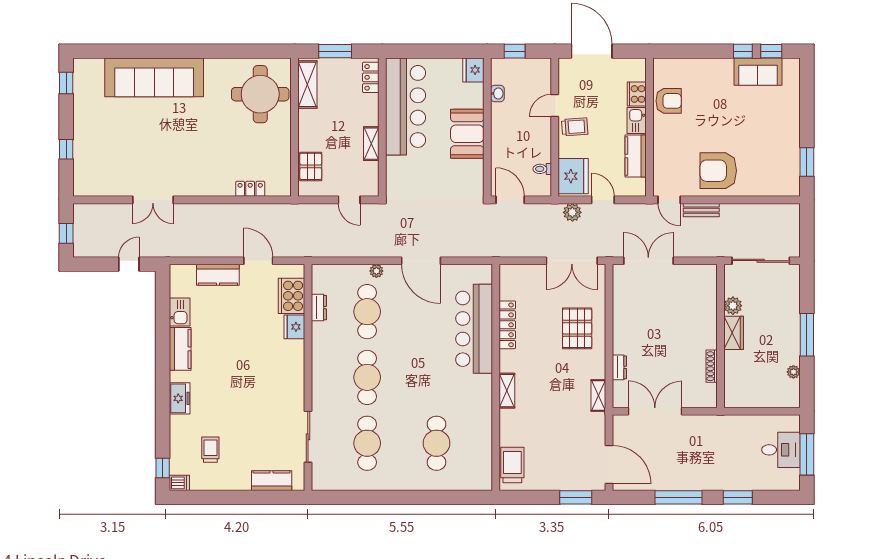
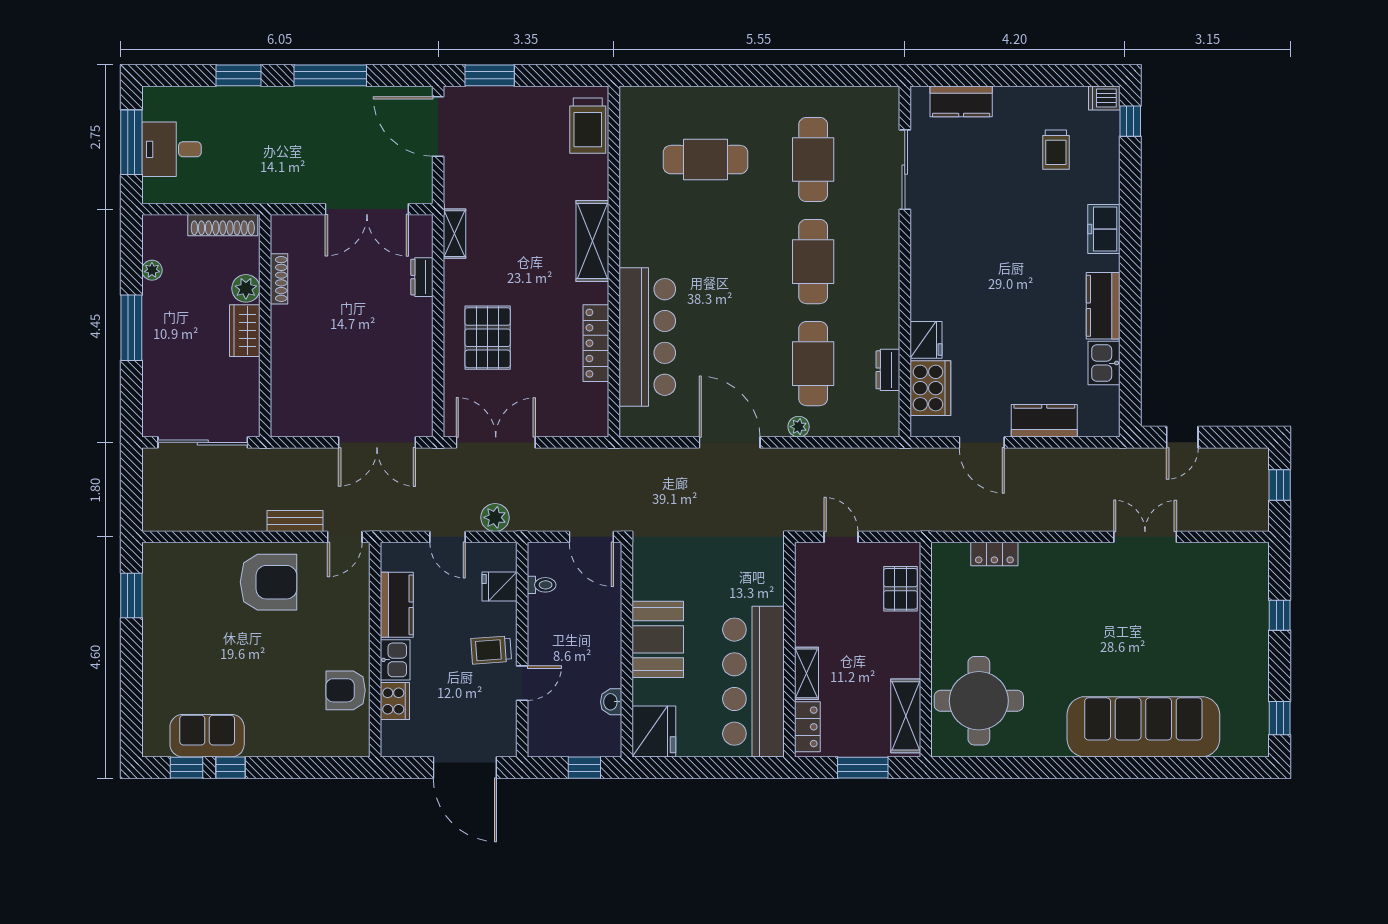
fridge: (473, 70) -> (654, 731), width x1.36, depth x1.34
shelving: (371, 144) -> (806, 673), moved
fridge: (573, 176) -> (499, 587), width x0.53, depth x0.75
door: (669, 200) -> (345, 537), swing flipped
plant: (733, 306) -> (246, 288), moved
shelving: (507, 391) -> (592, 241), width x1.50, depth x1.33
shoe rack: (748, 401) -> (223, 225), added
cafe table: (437, 443) -> (705, 160), turned 90

